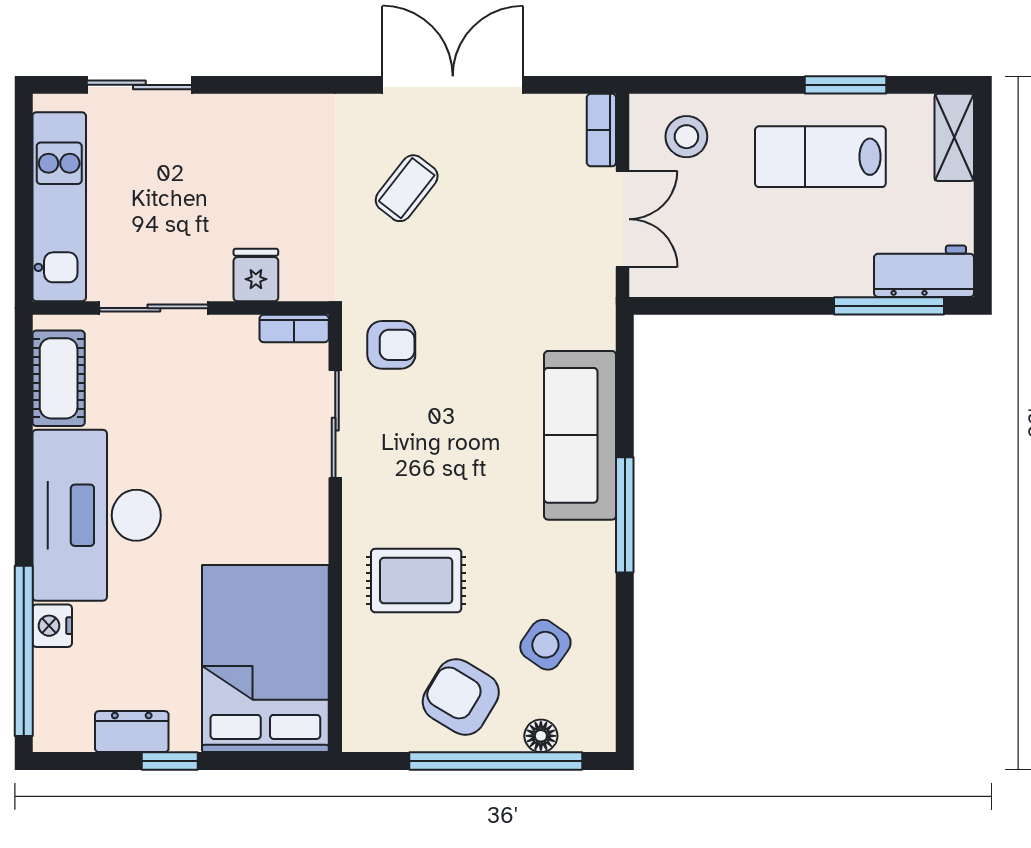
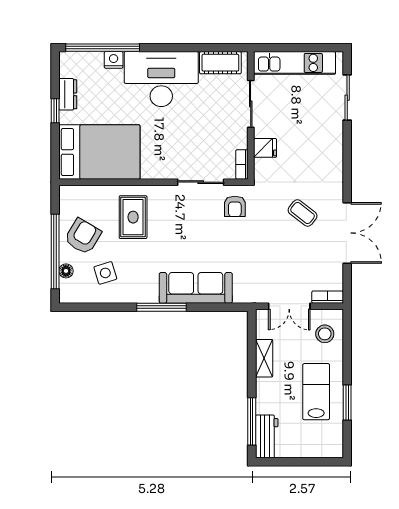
shelving: (954, 137) -> (264, 358), moved, turned 90
side table: (545, 645) -> (105, 273), turned 38

